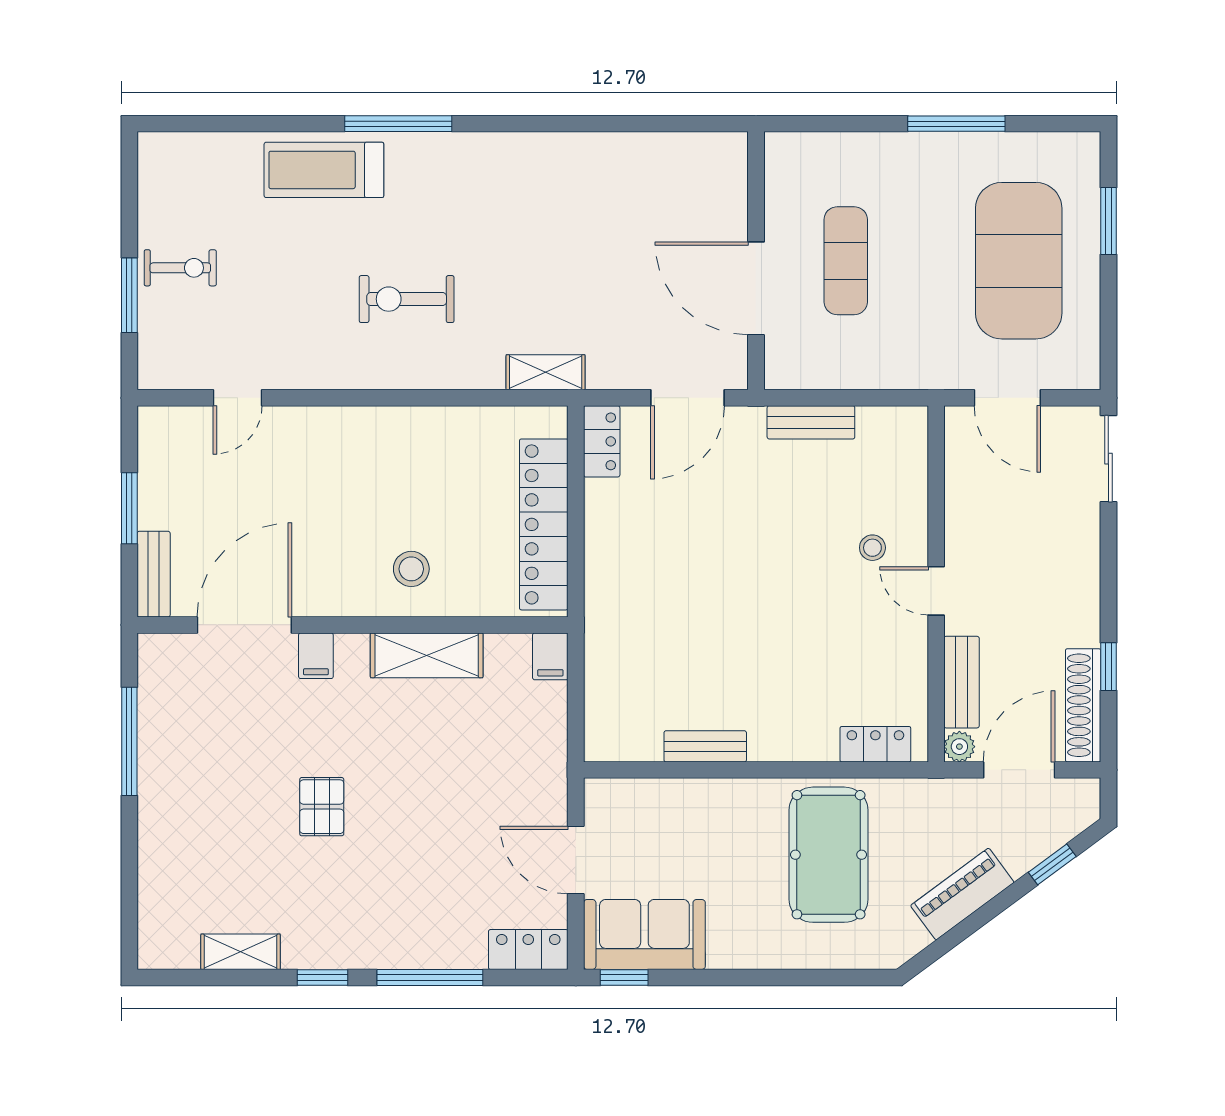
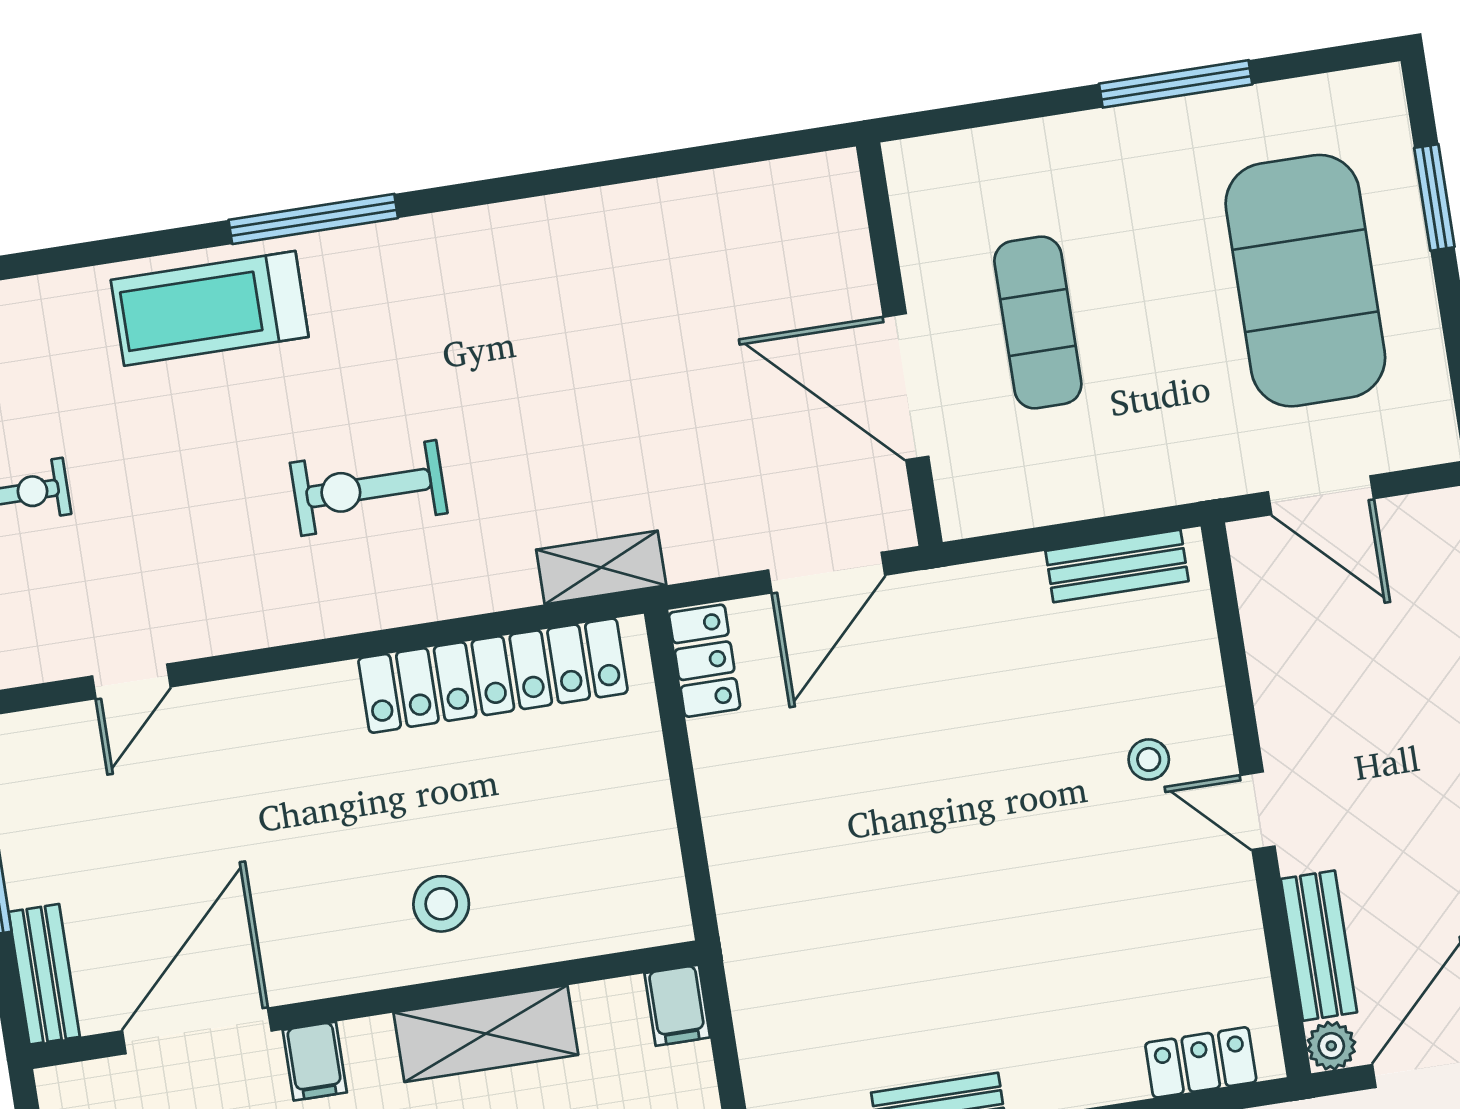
bench: (811, 422) -> (1117, 566), moved
locker: (544, 524) -> (493, 676), moved, turned -90

